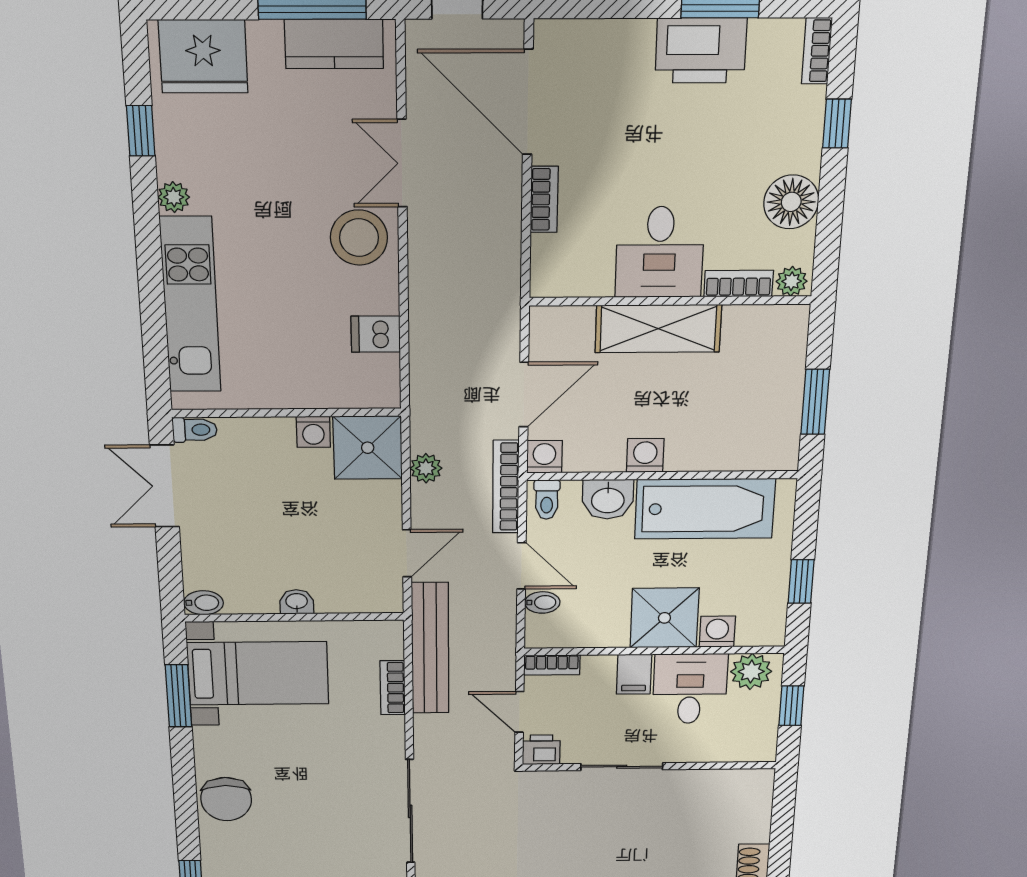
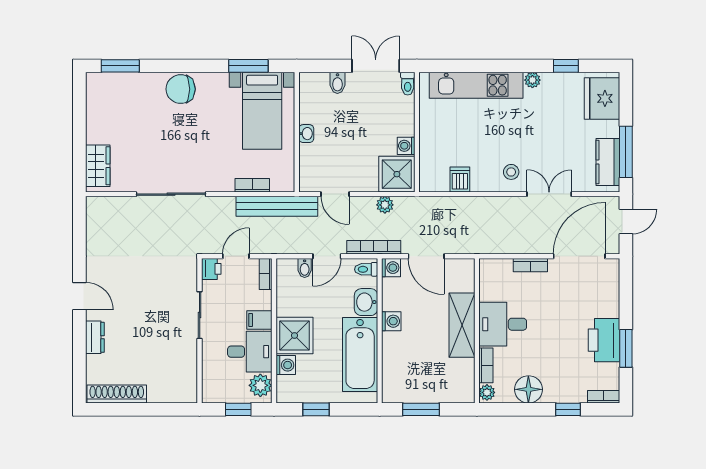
stool: (359, 238) -> (511, 172), width x0.53, depth x0.53
bidet: (204, 603) -> (337, 83), moved

